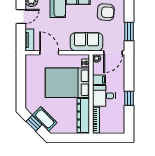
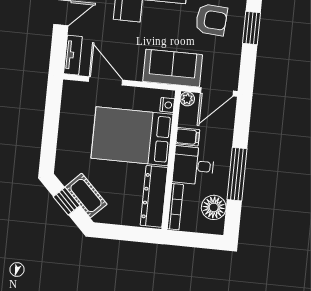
window: (129, 31) -> (252, 28), moved
window: (129, 98) -> (237, 174), width x2.17
floor lamp: (118, 118) -> (214, 207), added

